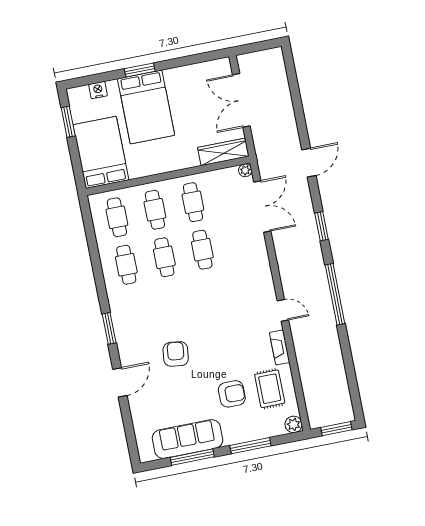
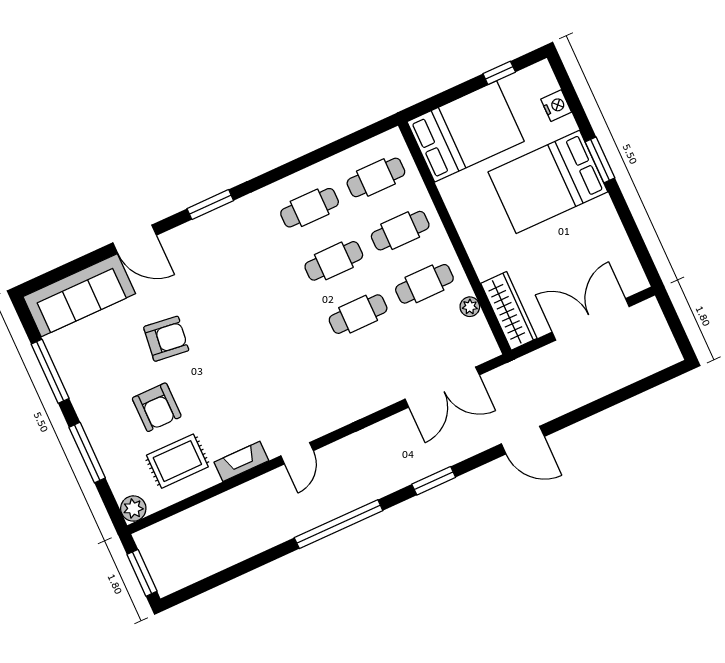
window: (68, 122) -> (499, 73), width x0.67
plant: (245, 170) -> (470, 307), moved
armchair: (176, 354) -> (166, 339), moved
sofa: (188, 439) -> (79, 295), moved, turned 90

